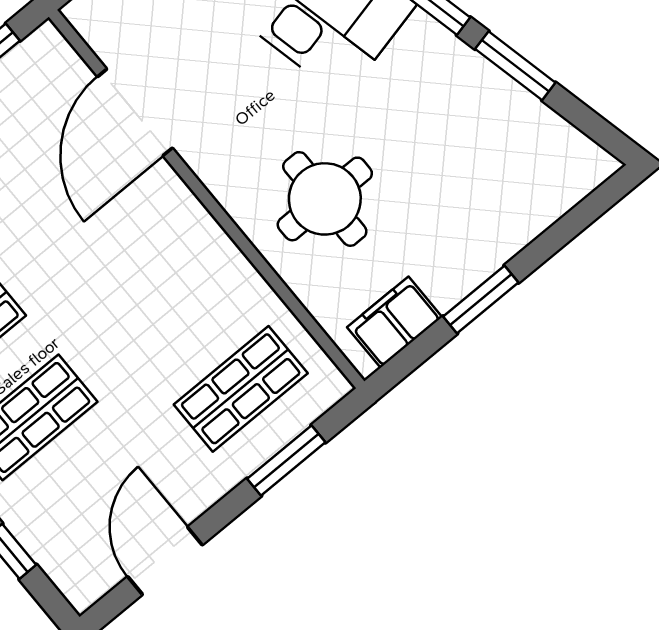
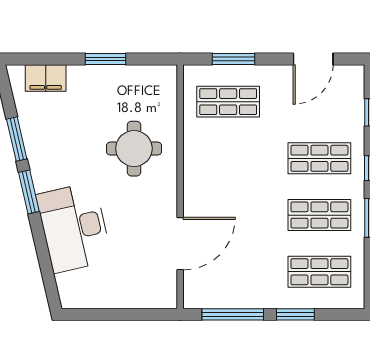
filing cabinet: (395, 322) -> (46, 78), moved

